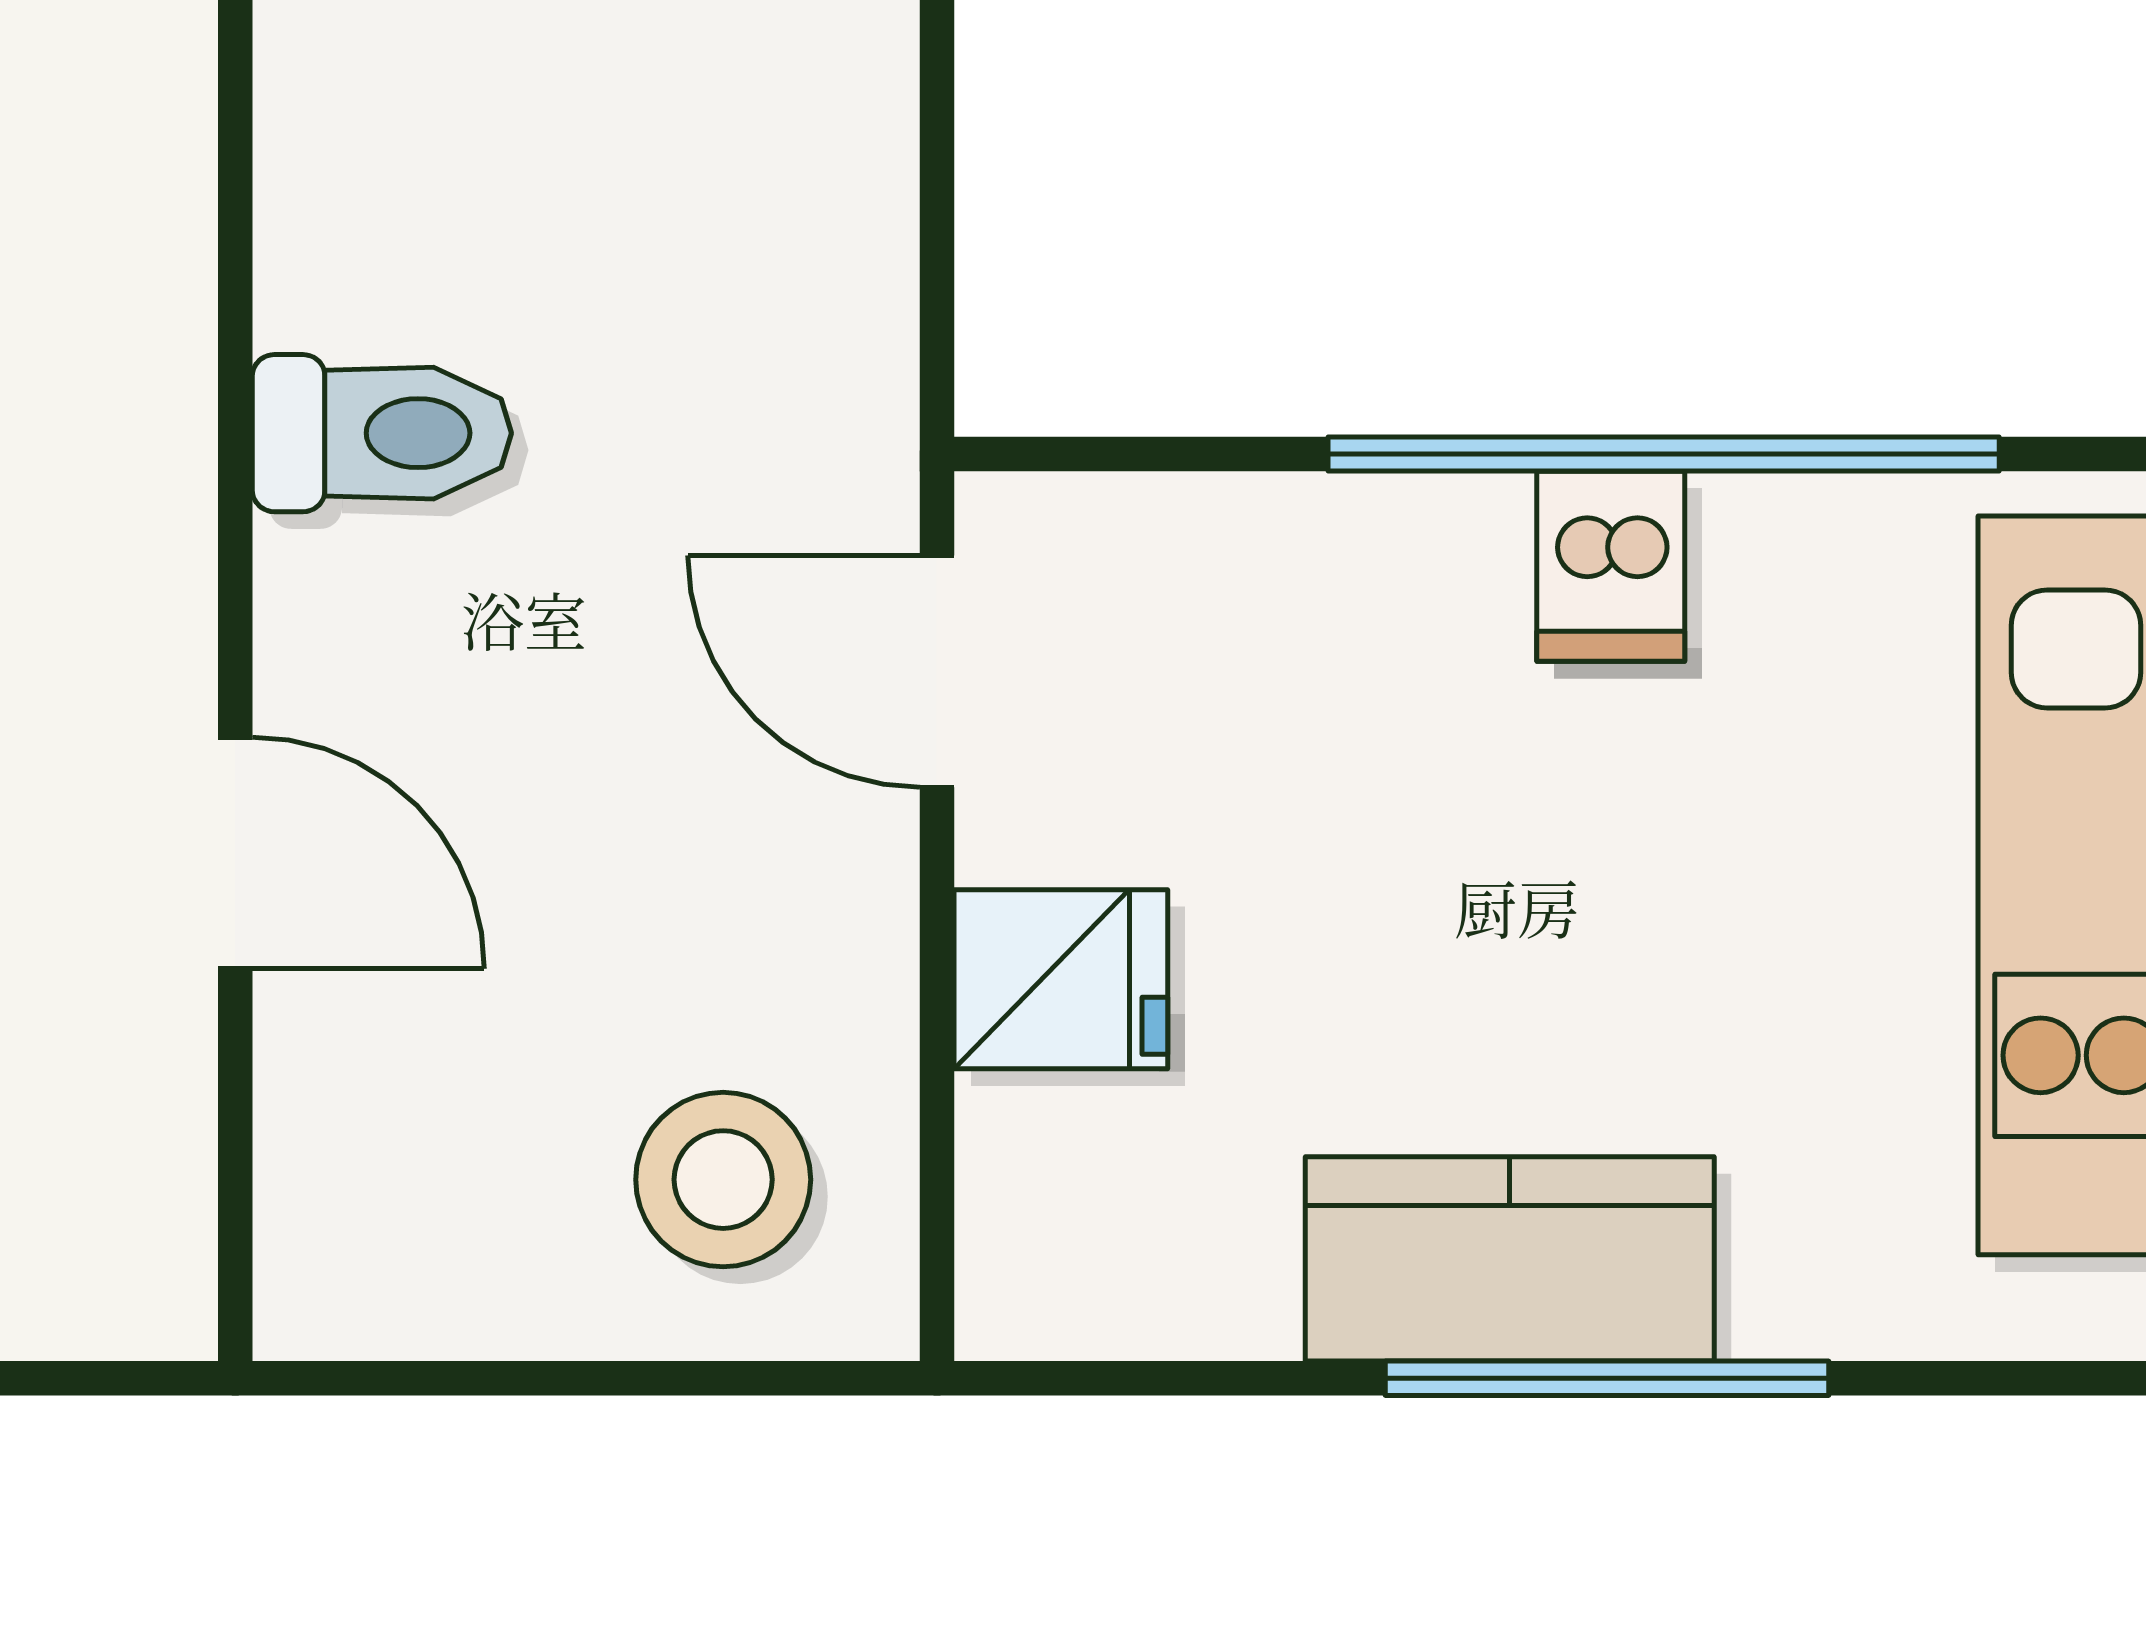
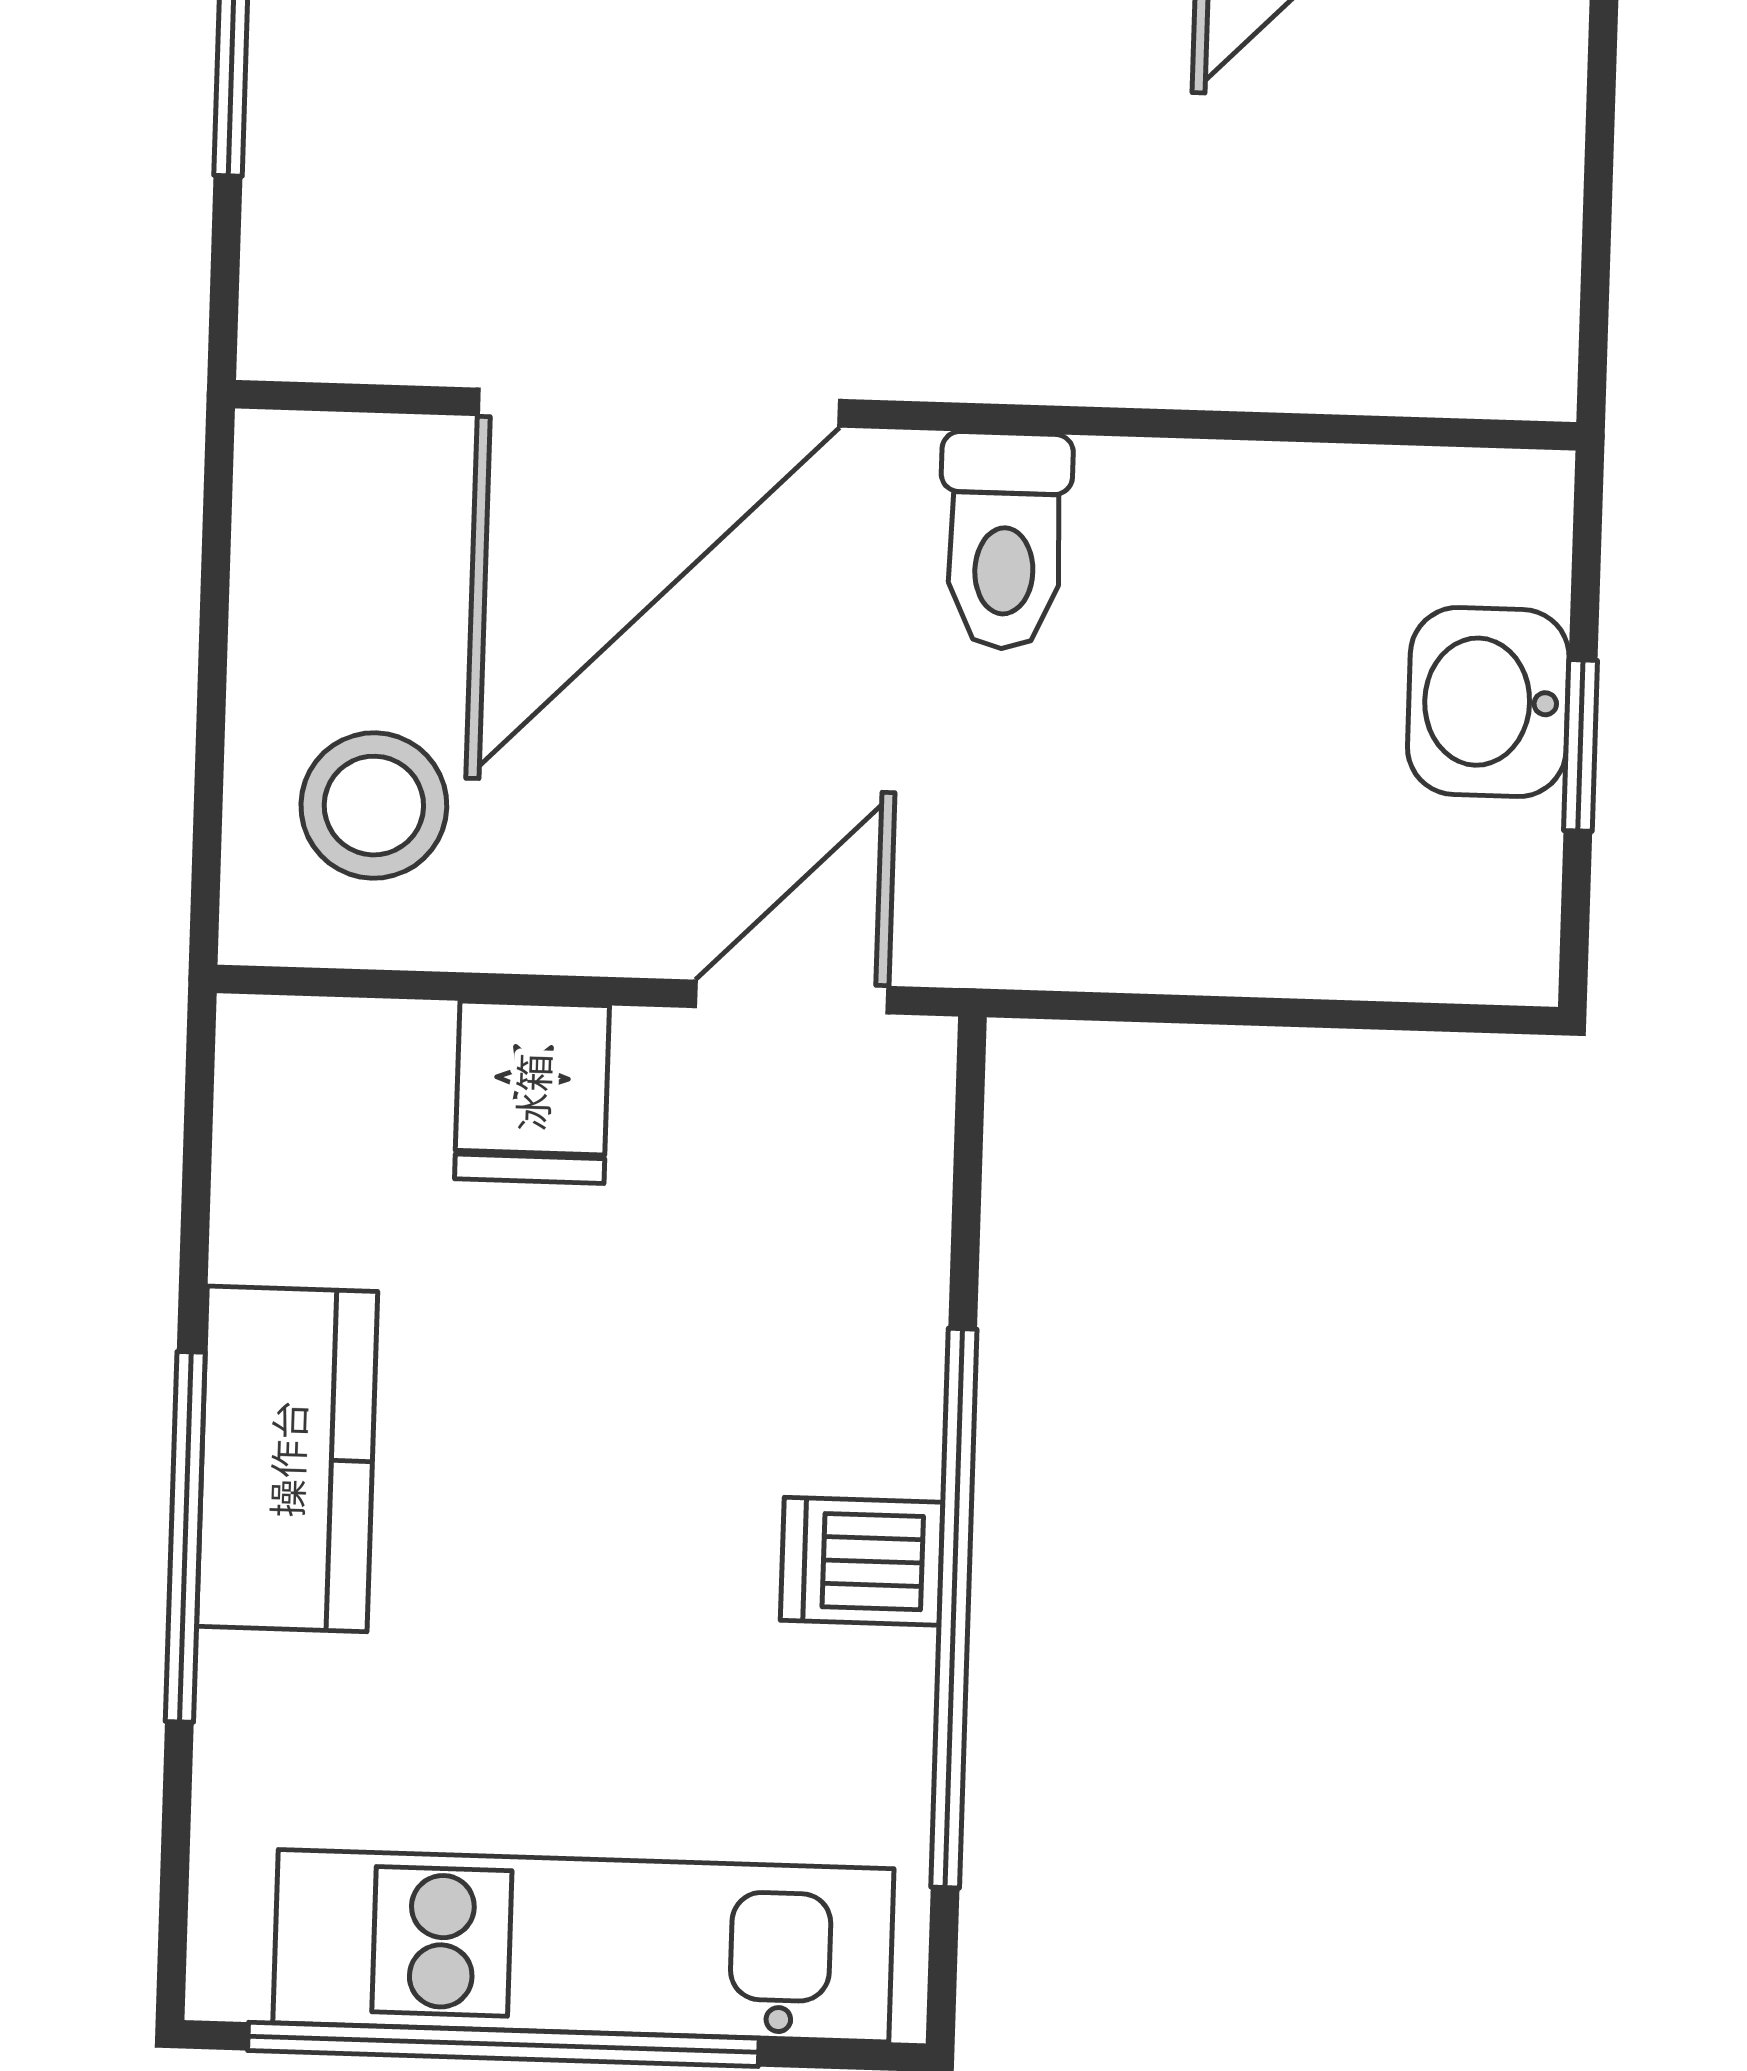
door: (235, 853) -> (659, 408), width x1.88

